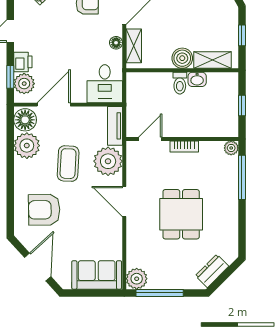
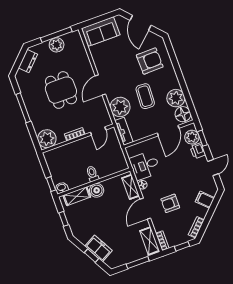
washbasin: (197, 79) -> (62, 188), moved
desk: (105, 84) -> (145, 165), moved, turned -90
window: (242, 106) -> (51, 184), moved
plant: (231, 148) -> (47, 139), width x1.88, depth x1.88
window: (242, 177) -> (23, 108), moved
door: (124, 201) -> (100, 85), swing flipped
plant: (137, 279) -> (57, 45), moved

